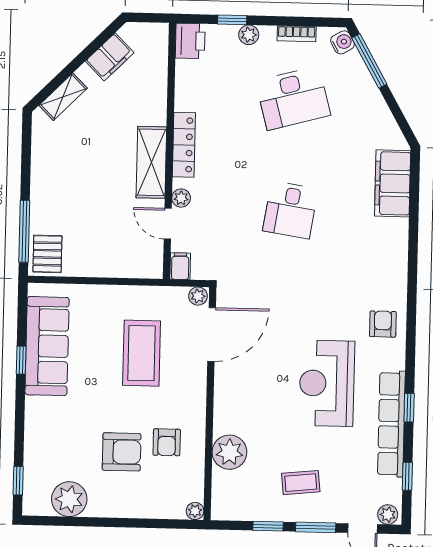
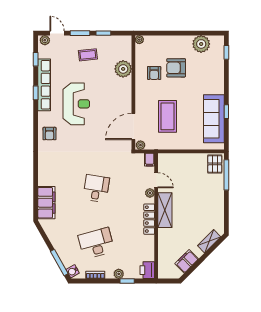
armchair: (167, 442) -> (154, 73), turned 180

